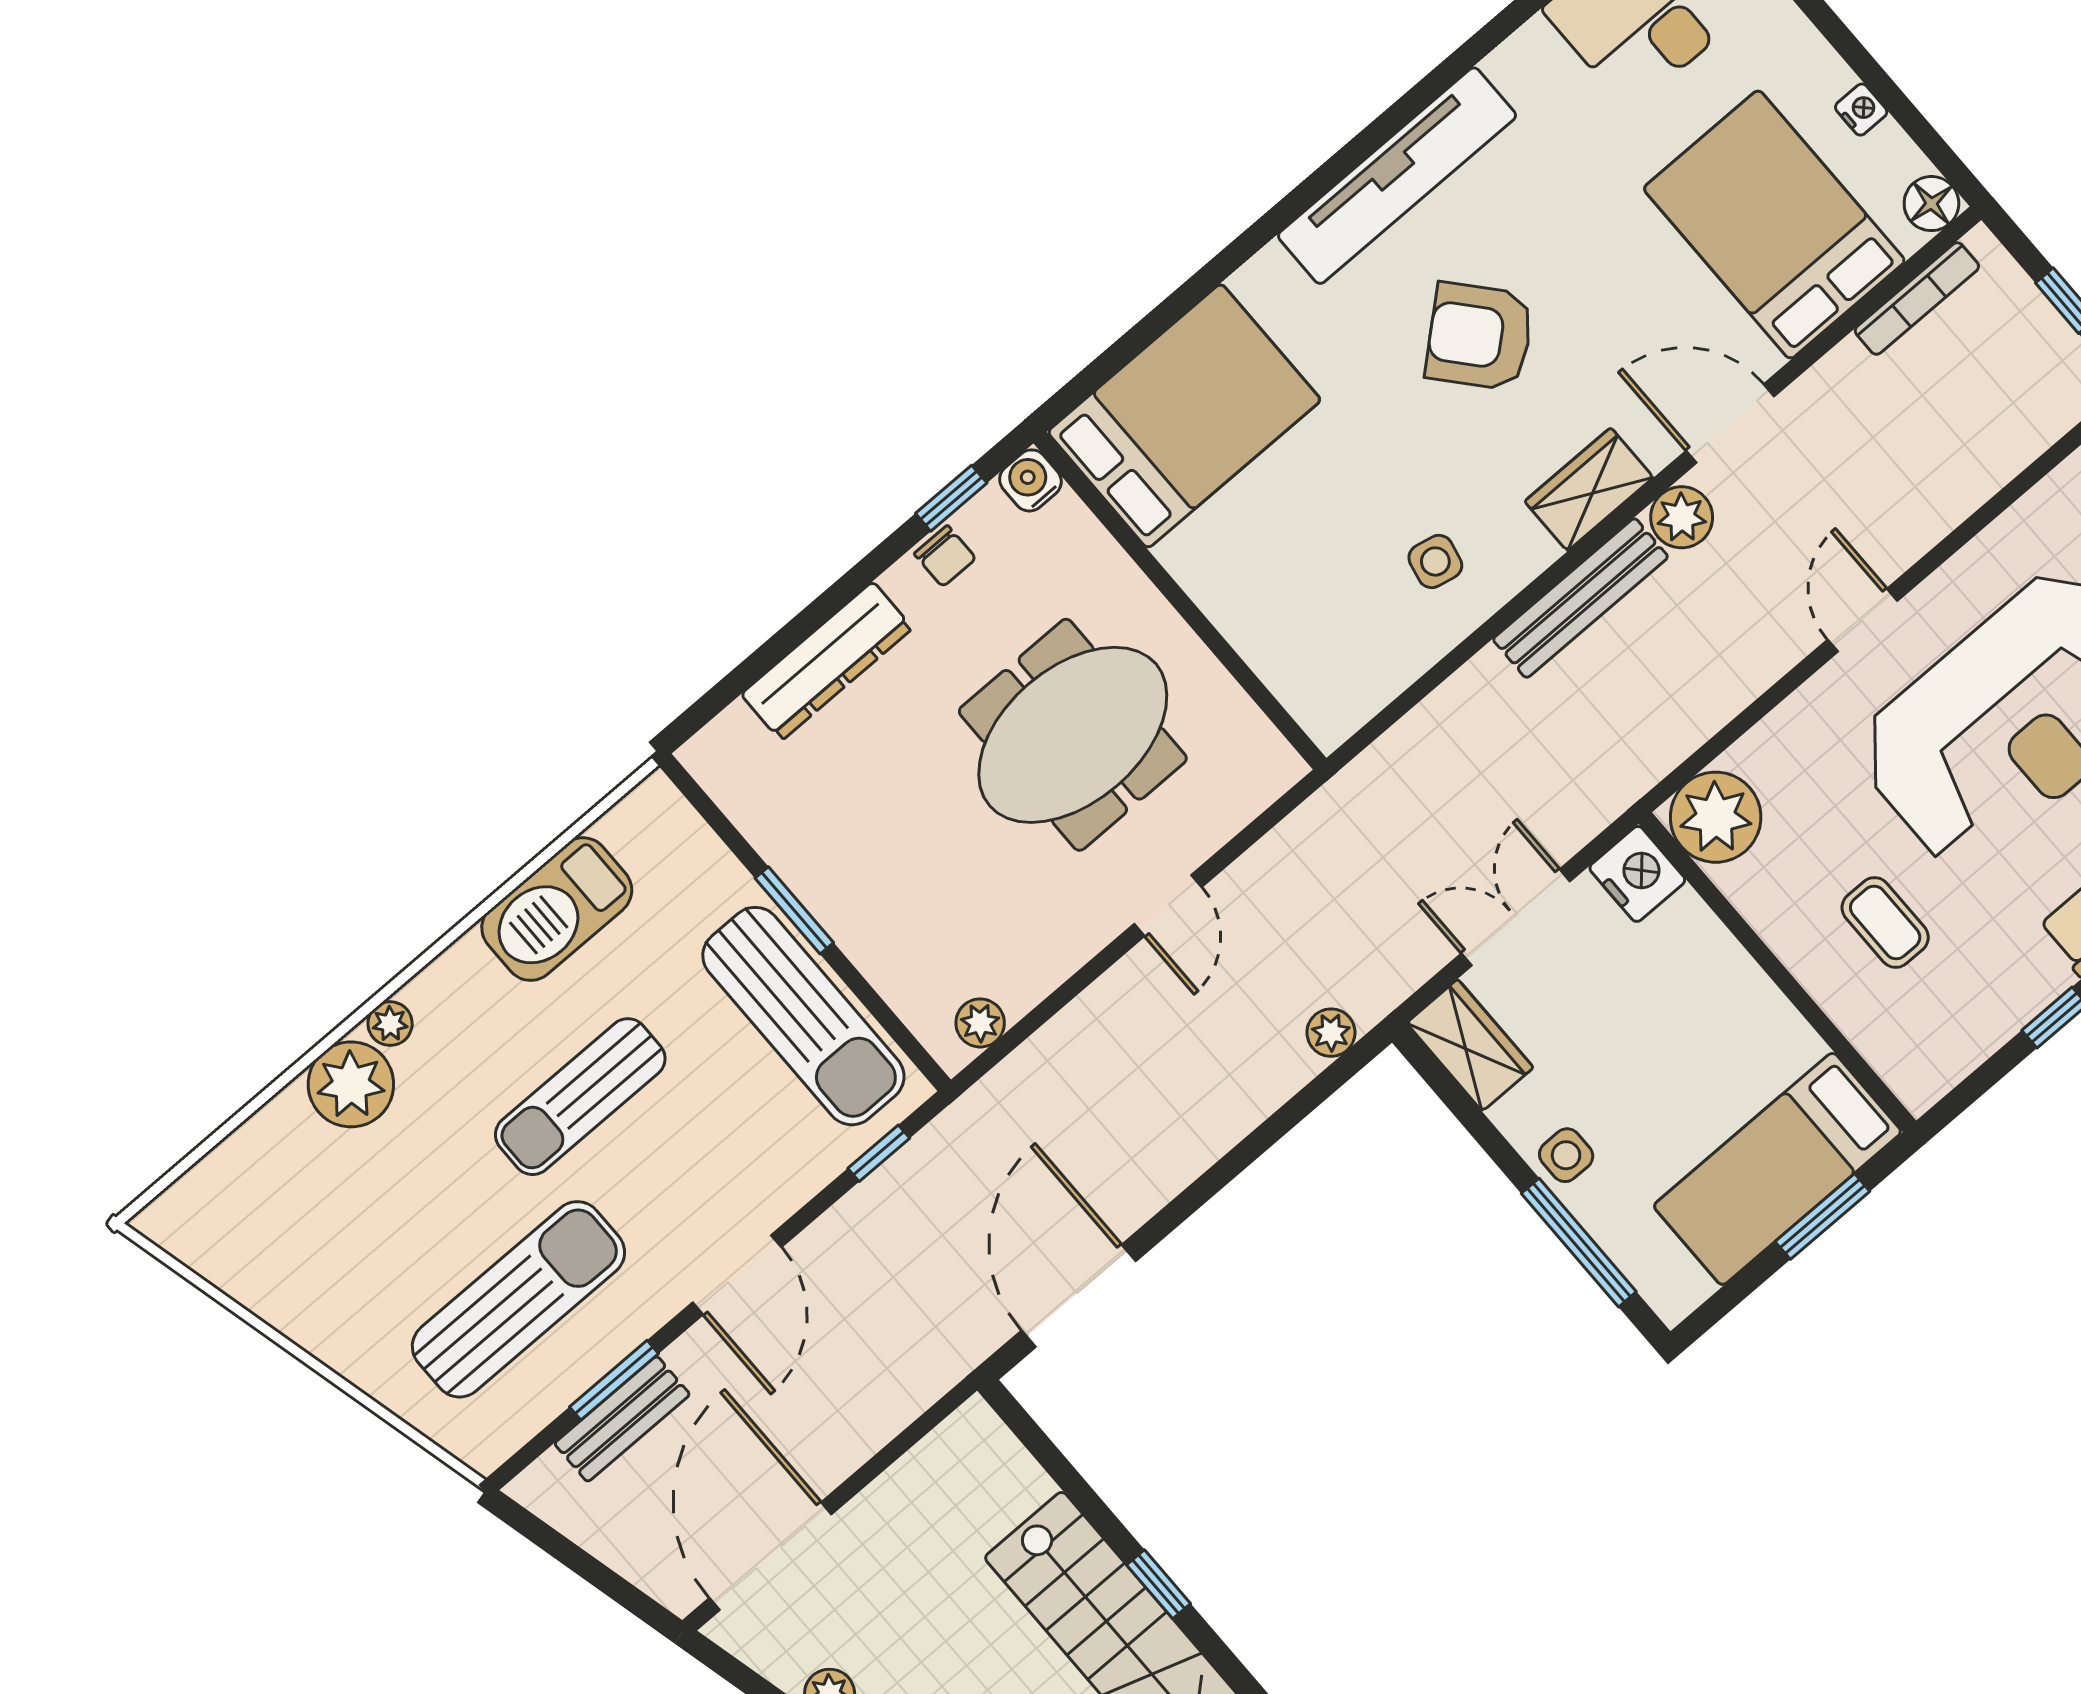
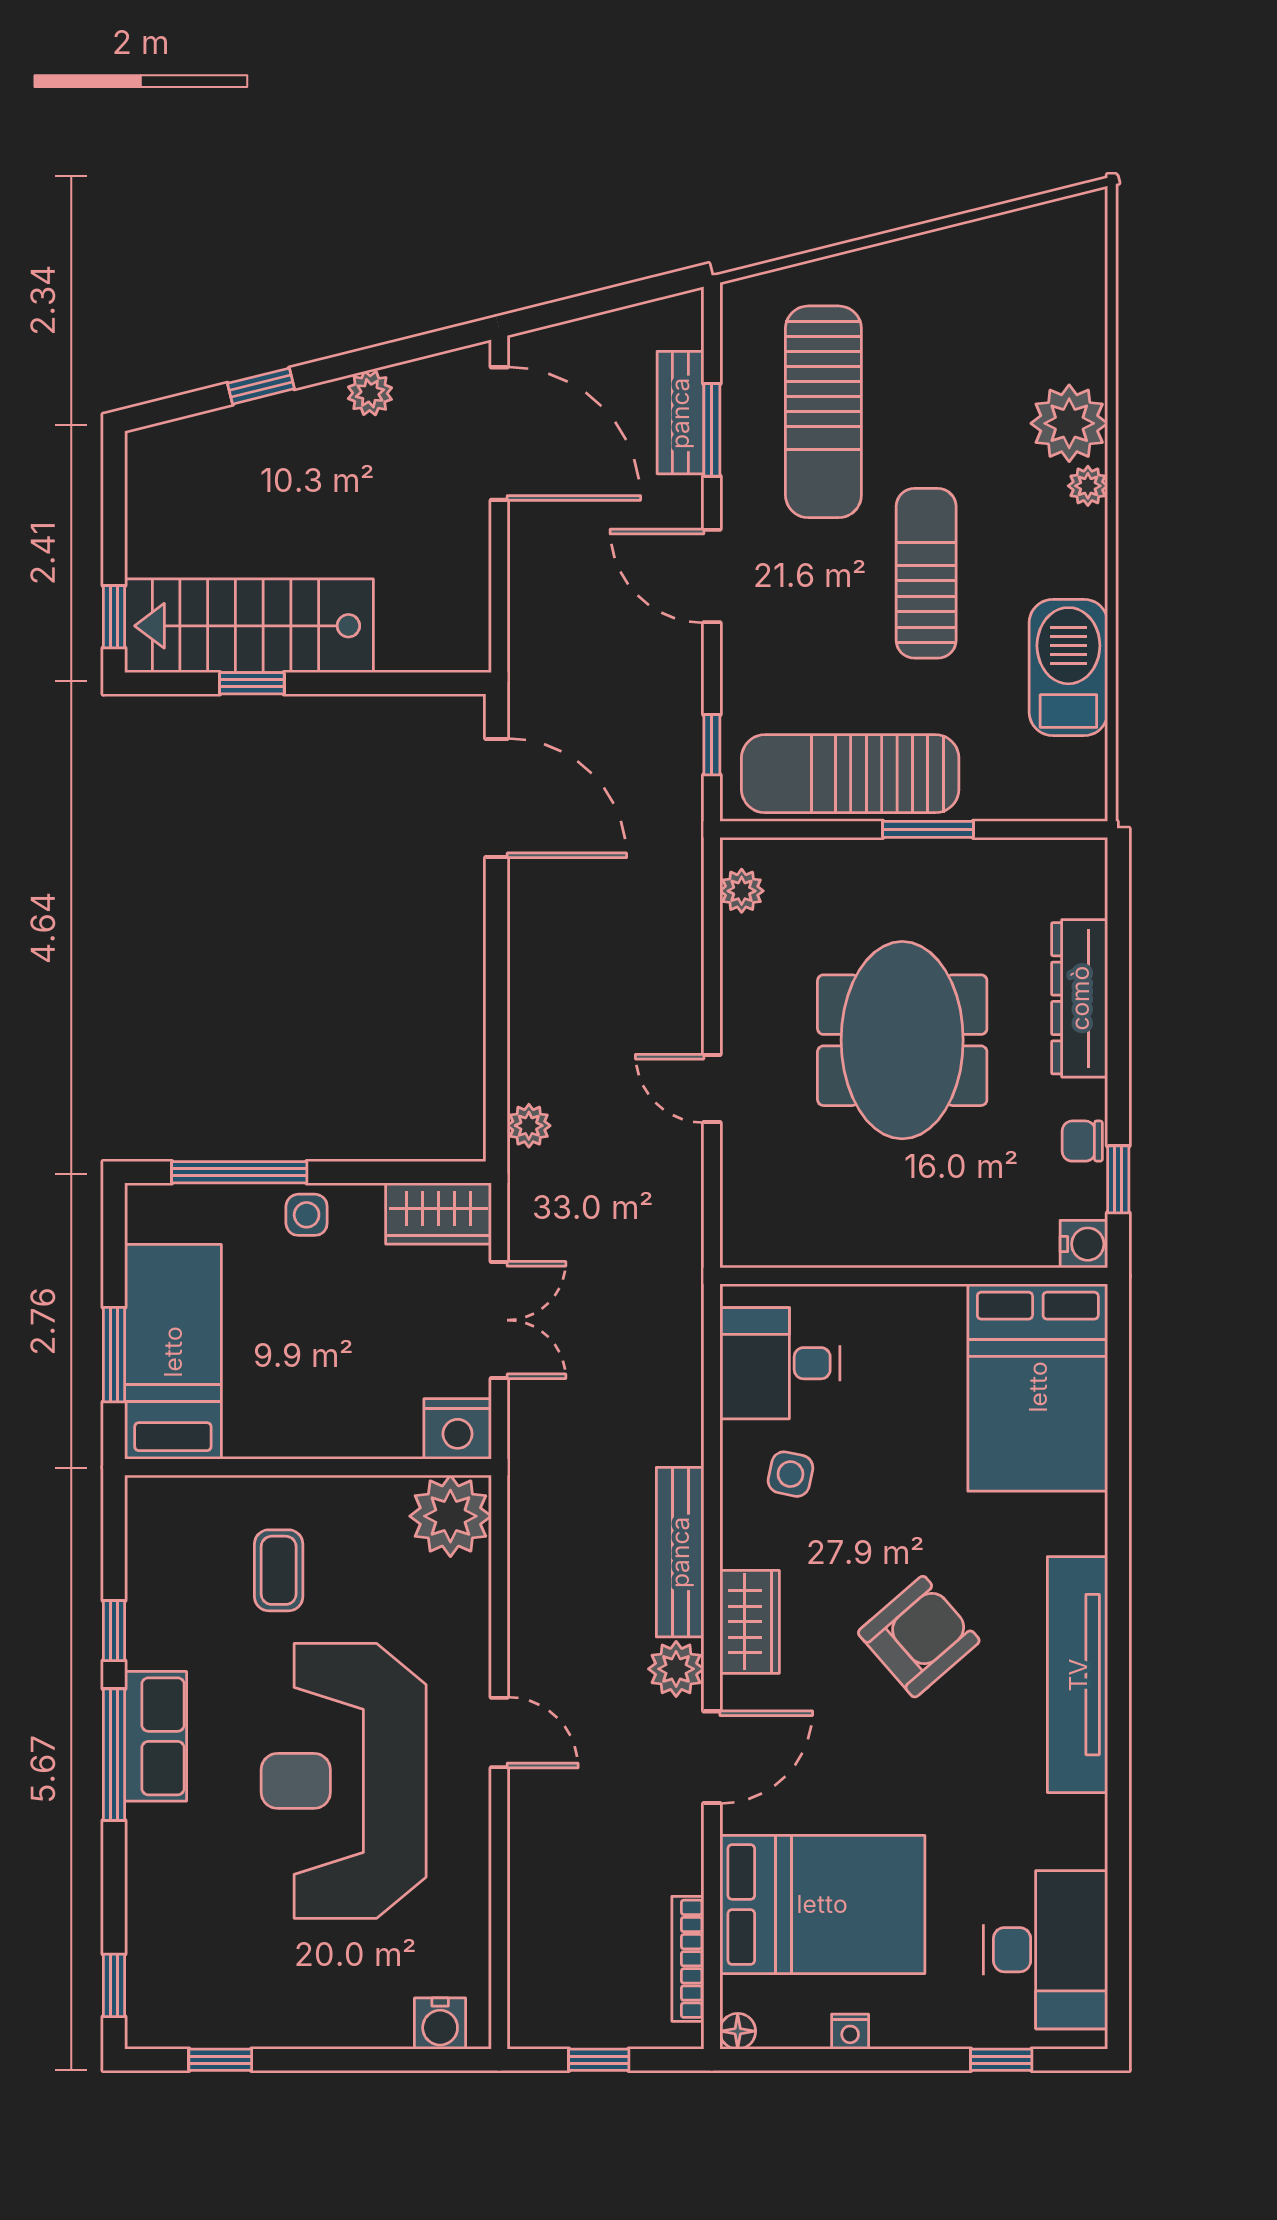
floor lamp: (1931, 204) -> (738, 2031), width x0.73, depth x0.73
desk: (1350, 650) -> (780, 1363), added
meeting table: (1073, 735) -> (902, 1040), moved
coffee table: (1885, 922) -> (279, 1570), turned 90

